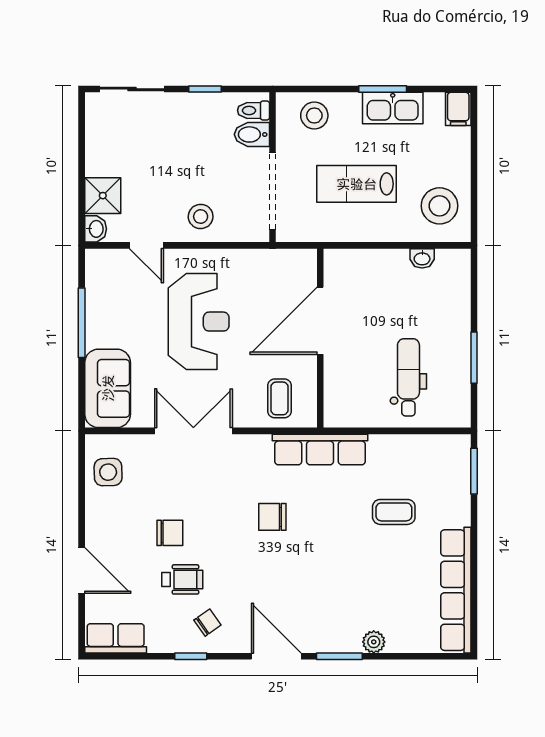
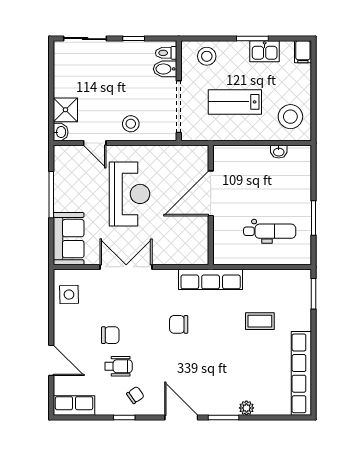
kitchen sink: (393, 108) -> (265, 51), width x0.73
dental chair: (408, 377) -> (270, 231), turned 90
coffee table: (280, 398) -> (184, 245), removed

